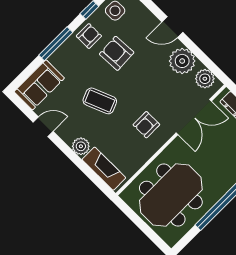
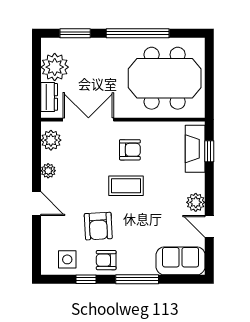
plant: (182, 61) -> (48, 171), width x0.53, depth x0.53
coffee table: (100, 101) -> (126, 186), moved, turned -68
plant: (81, 146) -> (196, 202), moved
window: (93, 176) -> (209, 151), added

